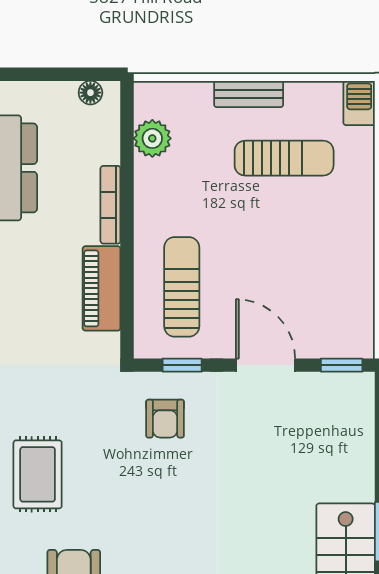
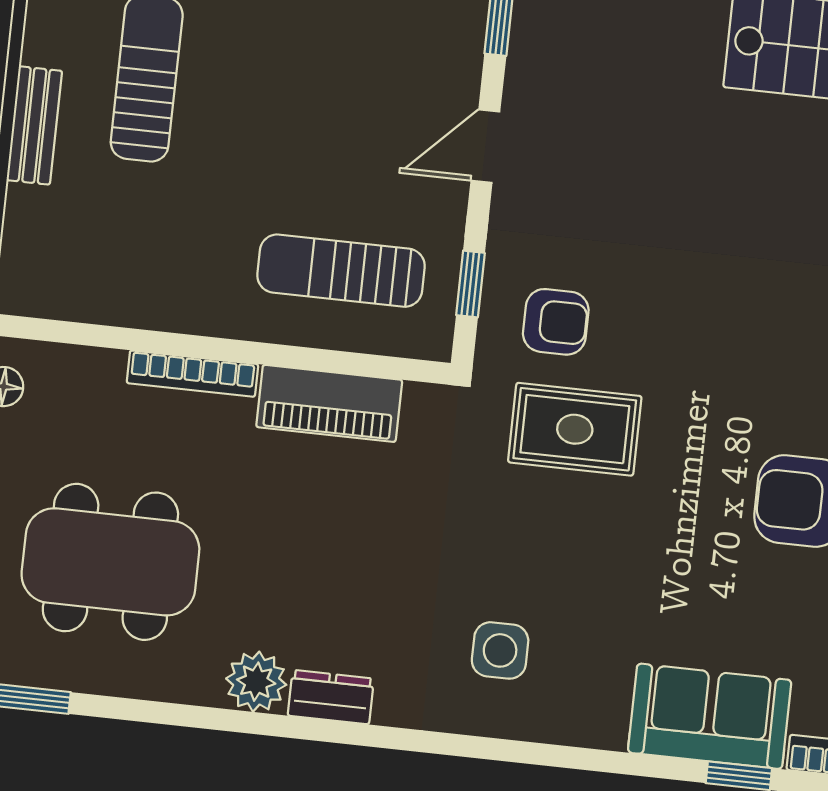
plant: (152, 138) -> (90, 293), removed
door: (266, 365) -> (485, 146), width x0.73
rug: (38, 474) -> (575, 429), moved

